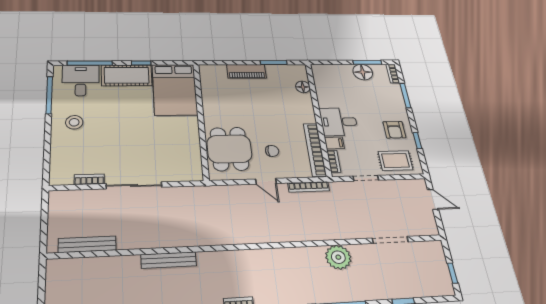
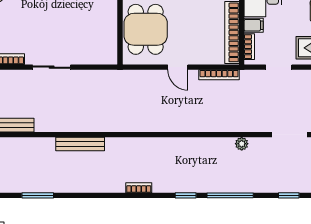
chair: (272, 151) -> (188, 33), removed
sliding door: (134, 185) -> (52, 67), width x0.73
plant: (338, 257) -> (242, 144), width x0.53, depth x0.53

